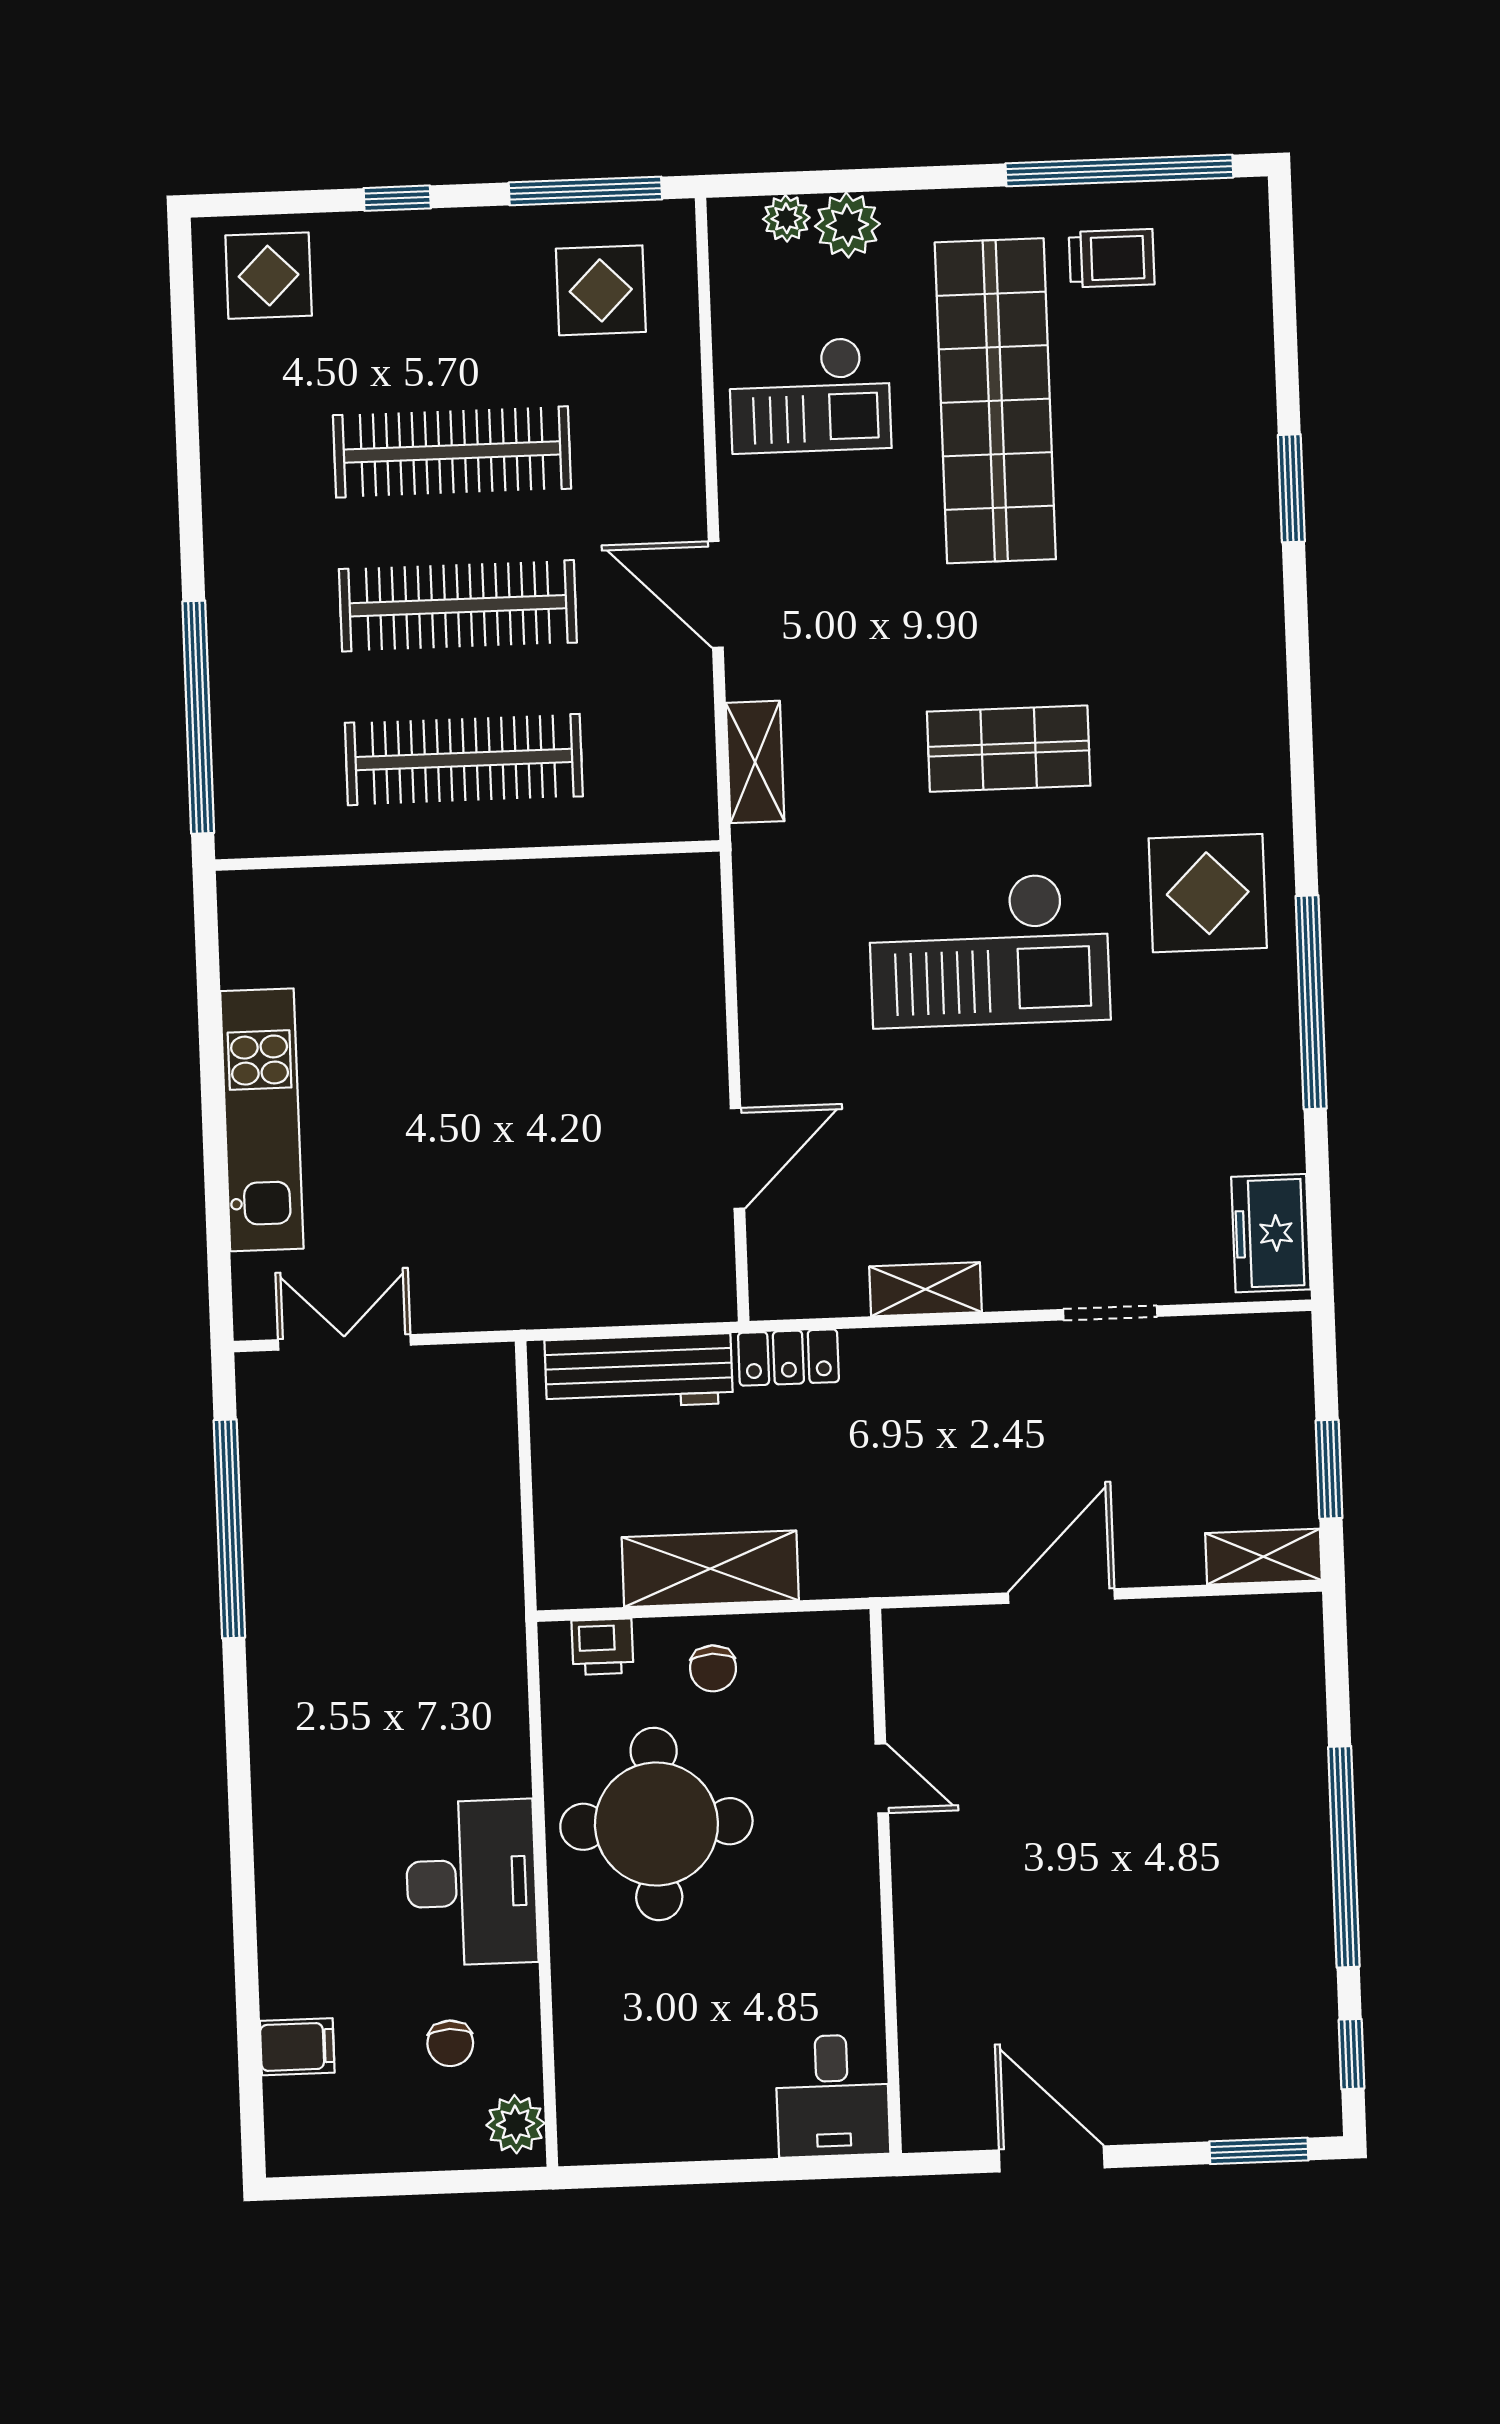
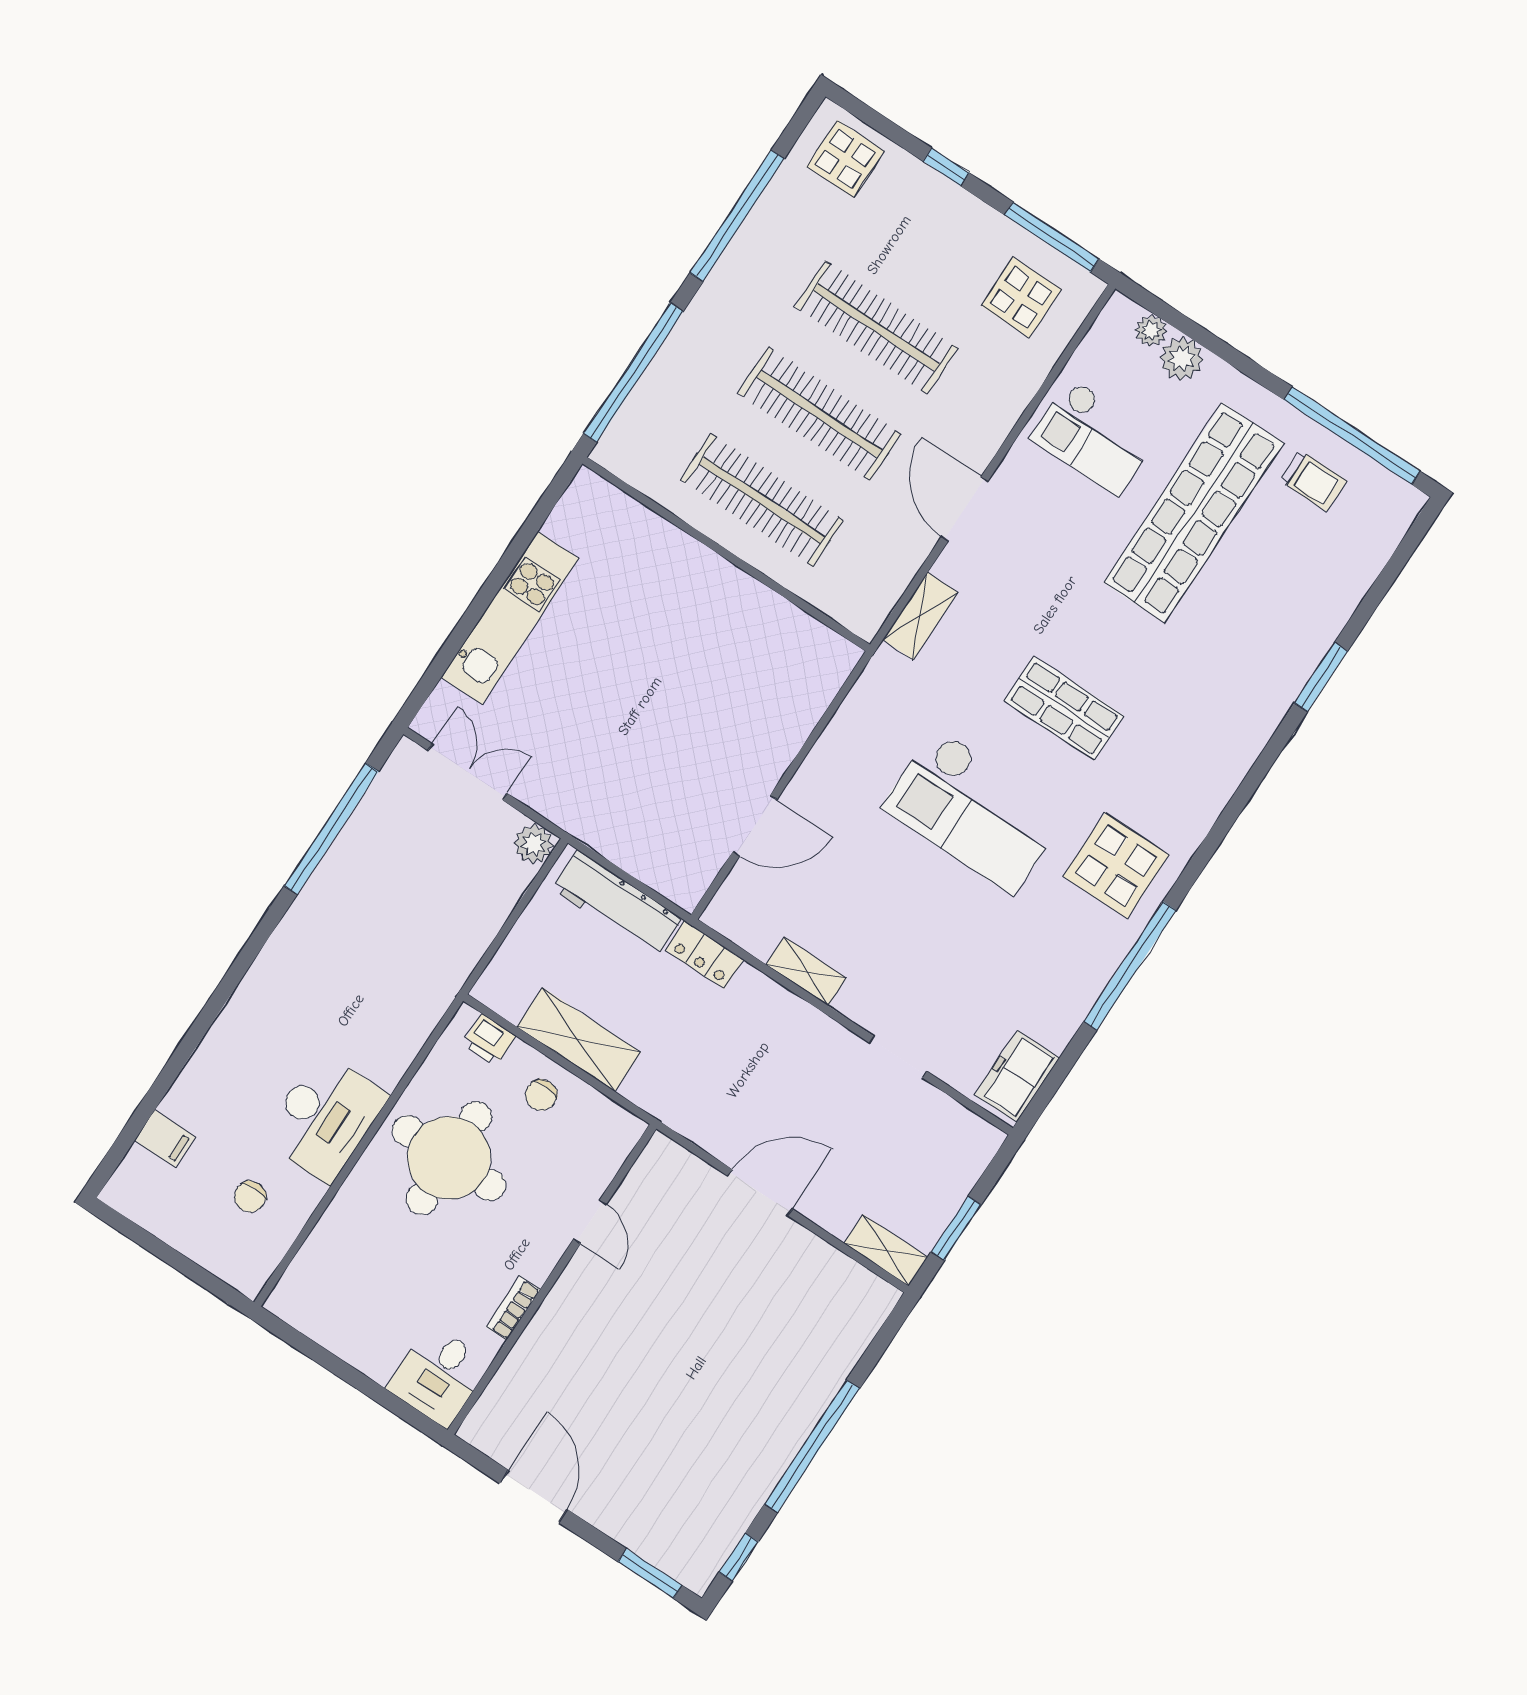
window: (187, 438) -> (737, 216), added
bookcase: (864, 1949) -> (513, 1308), added
plant: (516, 2124) -> (534, 844), moved

